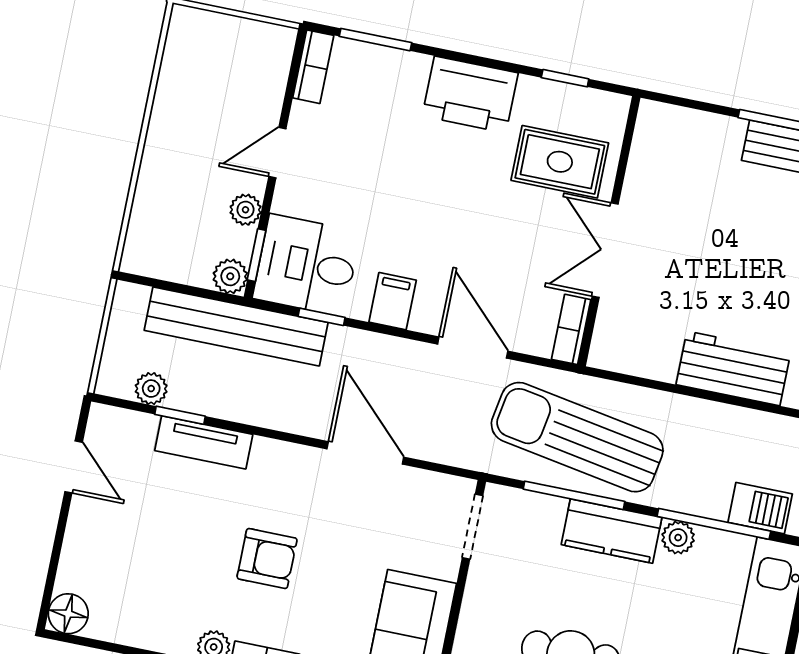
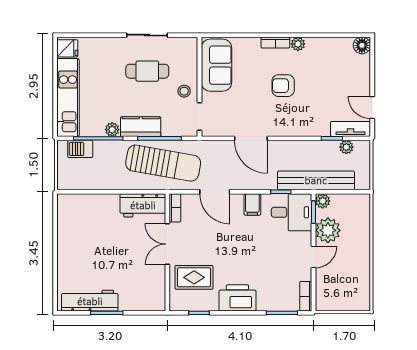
plant: (245, 210) -> (328, 230), width x1.87, depth x1.87
double door: (605, 250) -> (167, 244), swing flipped
workbench: (733, 368) -> (143, 205), moved
tv unit: (204, 442) -> (351, 129), moved
stool: (496, 592) -> (184, 91), added

